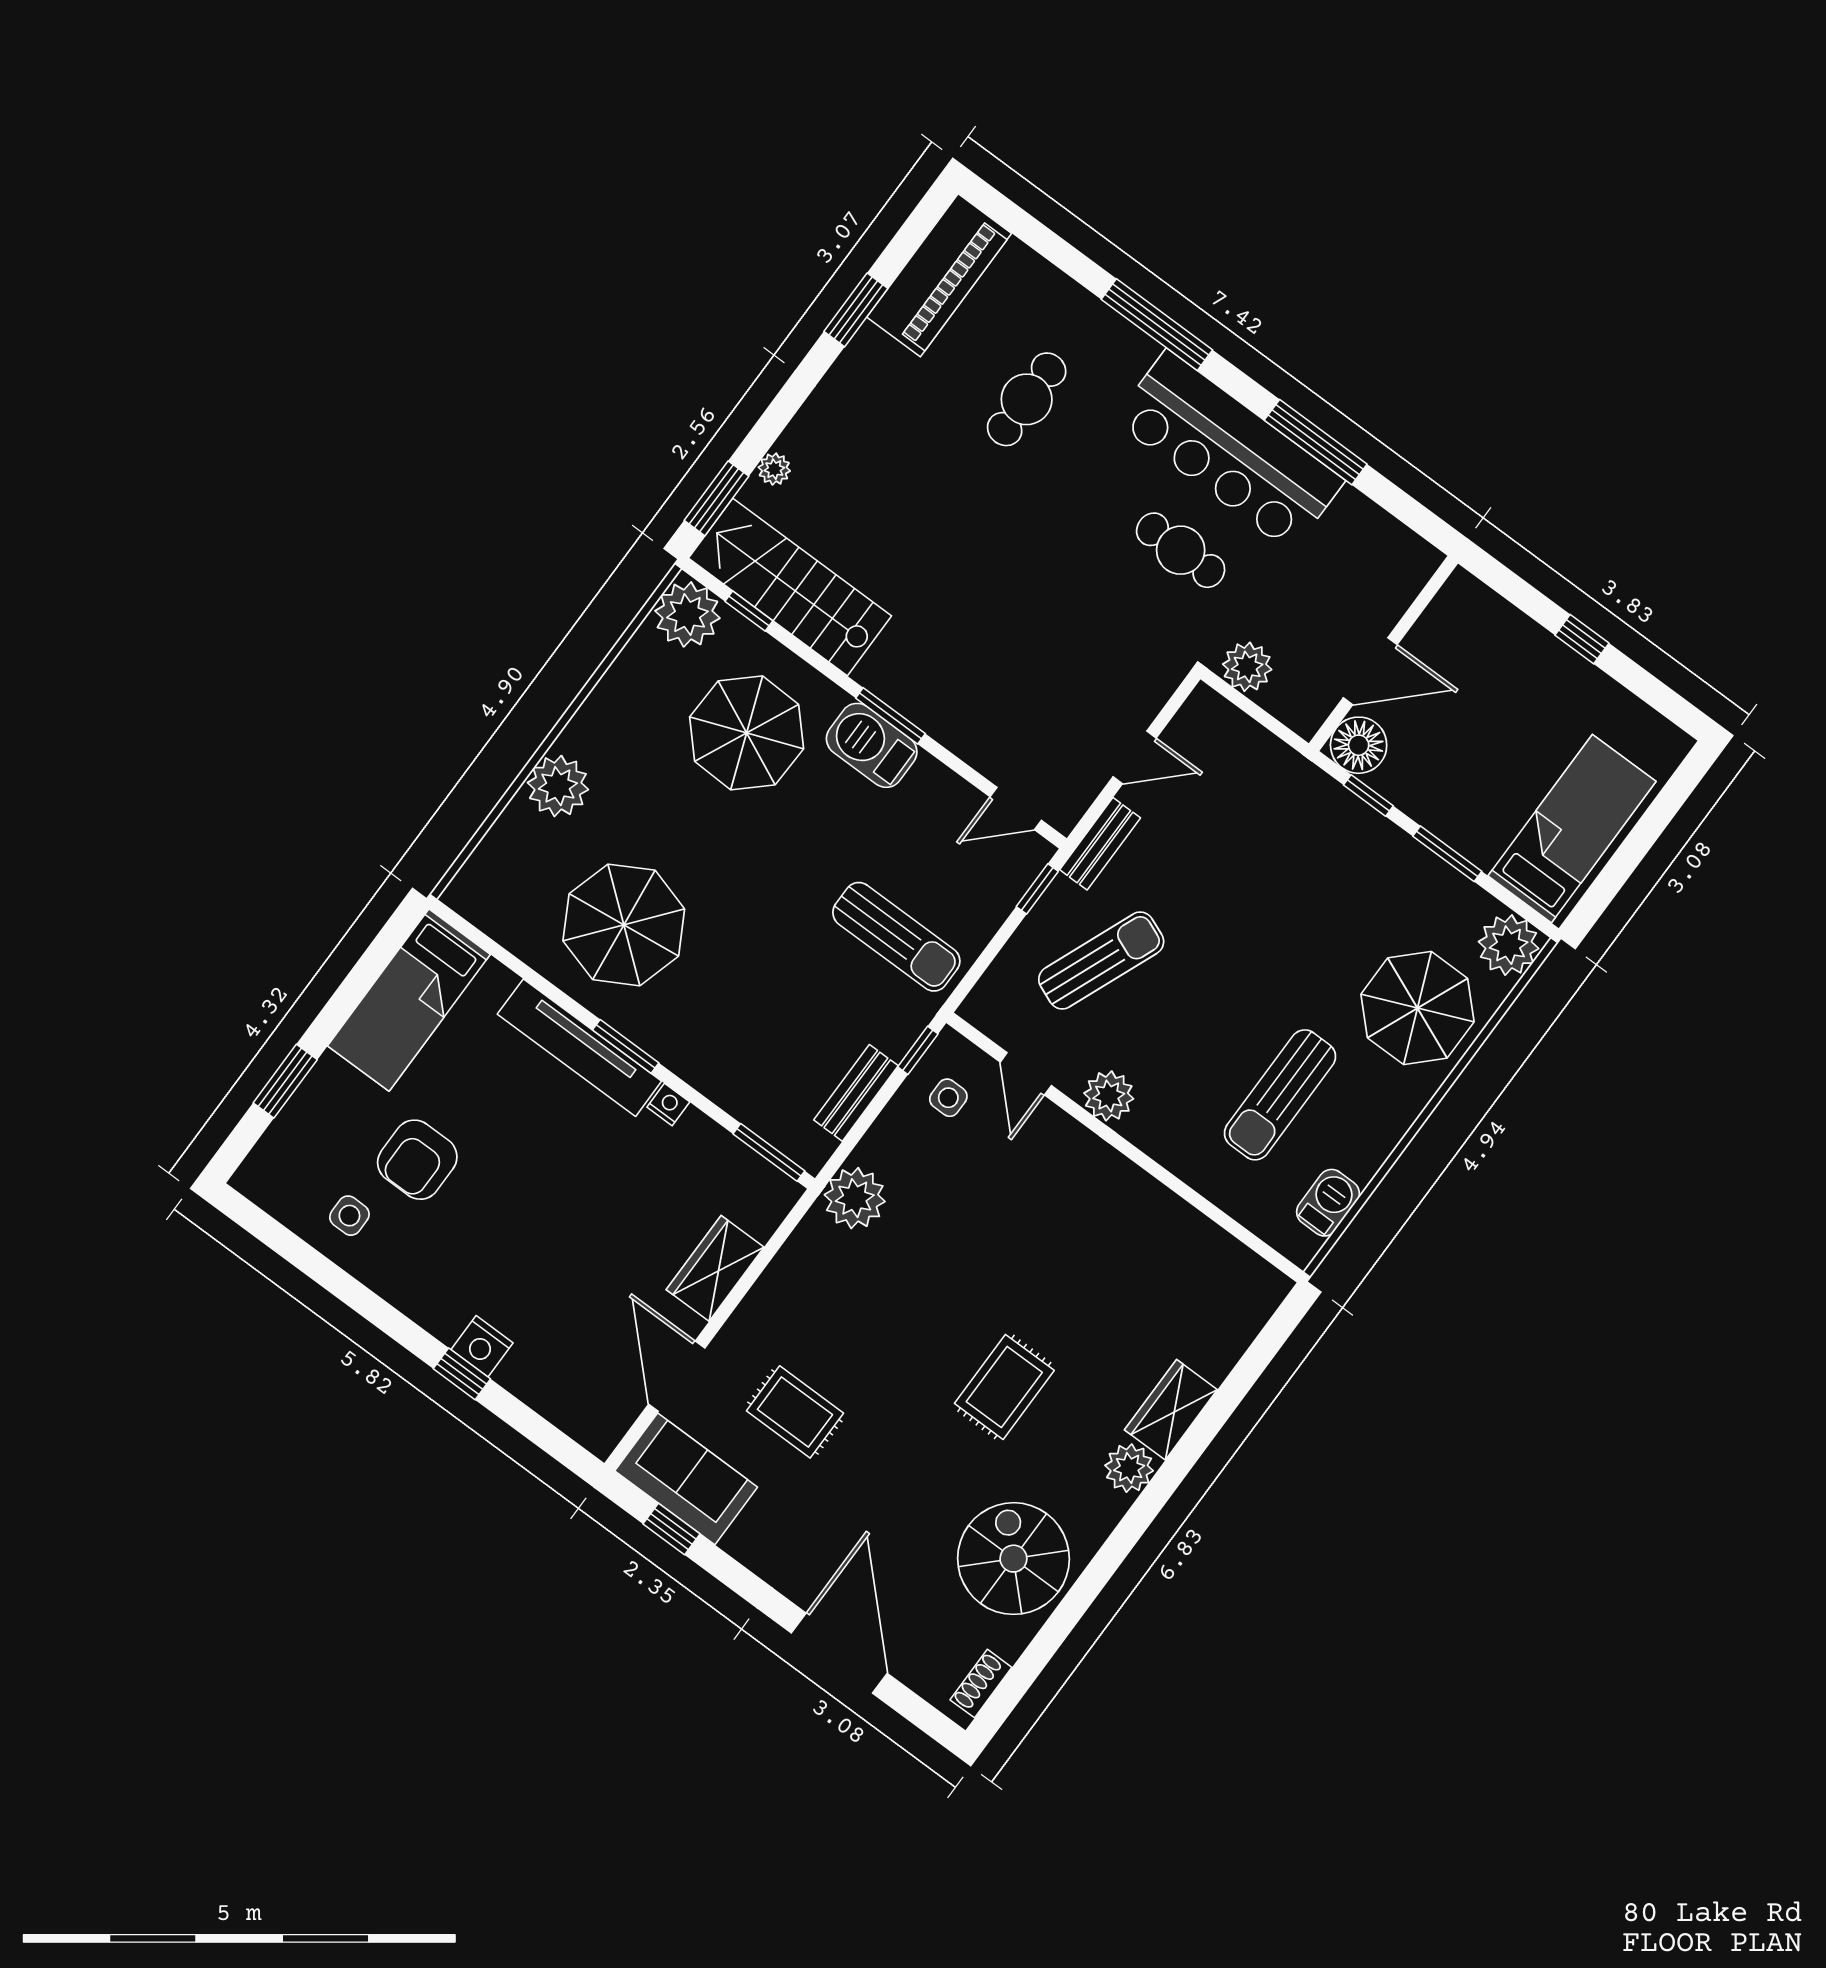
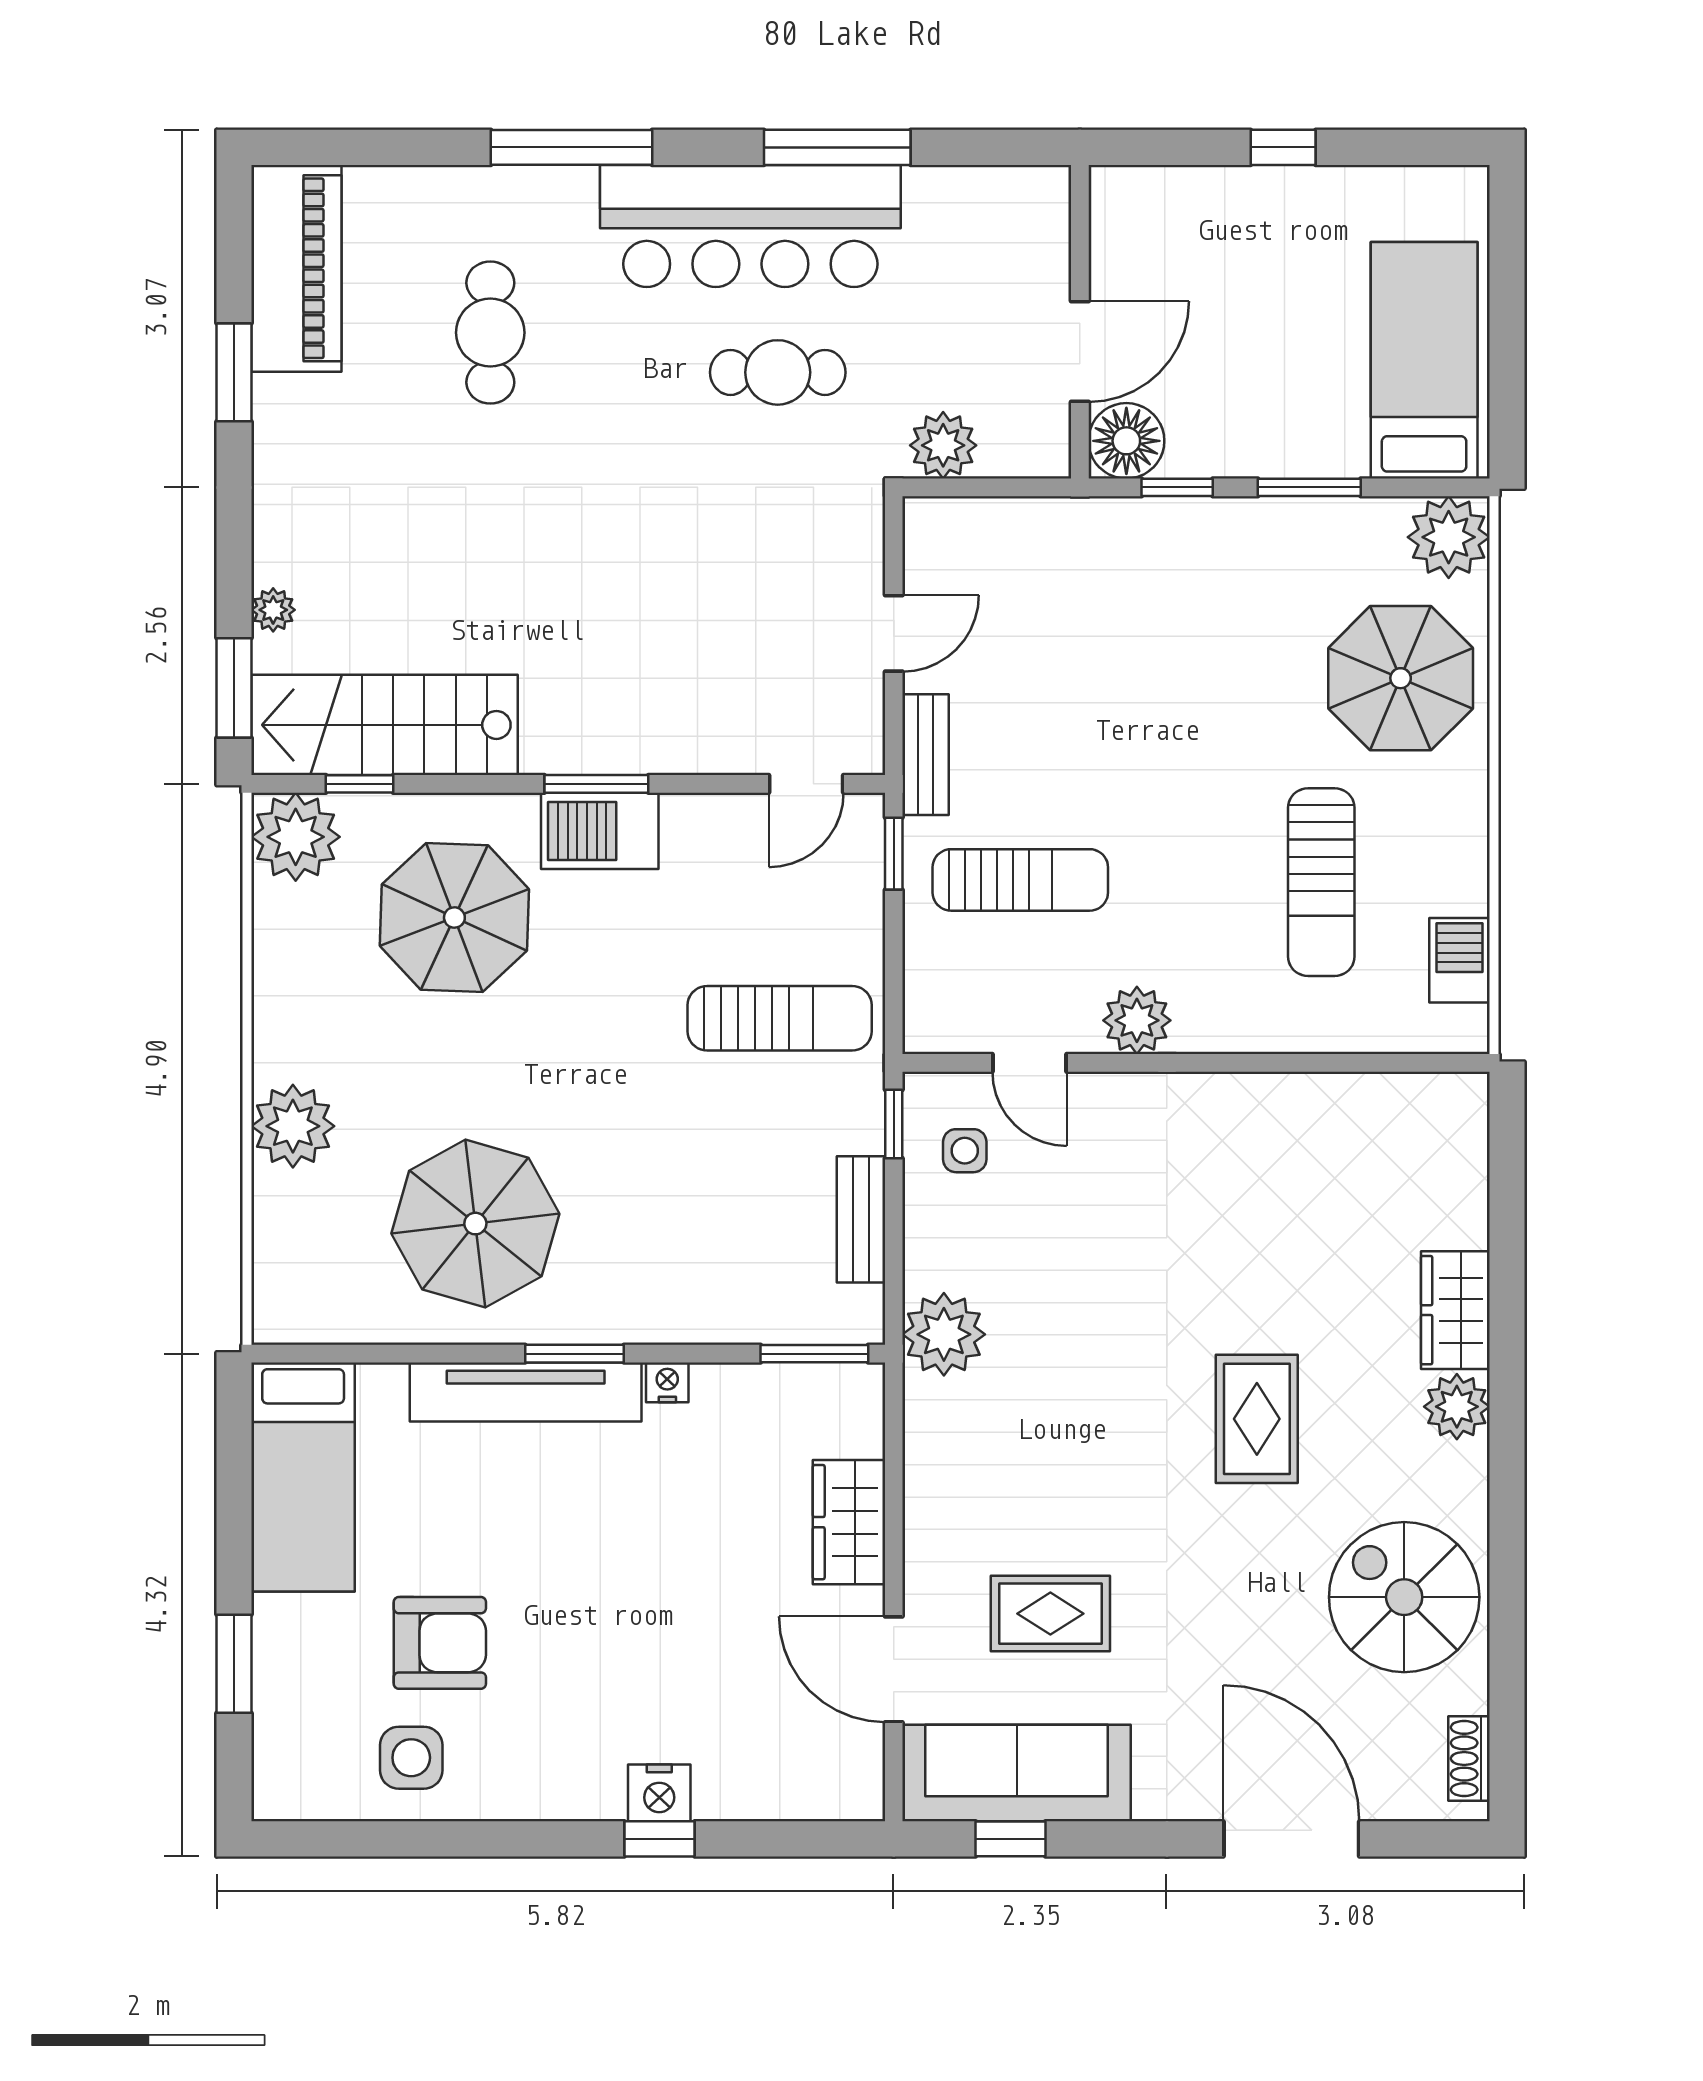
sun lounger: (1101, 961) -> (1020, 880), turned 68
armchair: (417, 1160) -> (440, 1643), turned -90
side table: (349, 1216) -> (411, 1758), width x1.37, depth x1.37
sofa: (686, 1479) -> (1017, 1773), width x1.36

